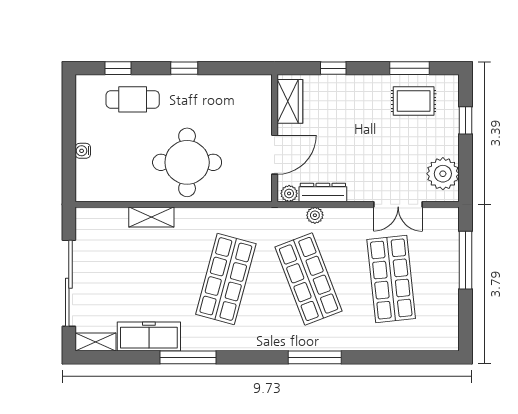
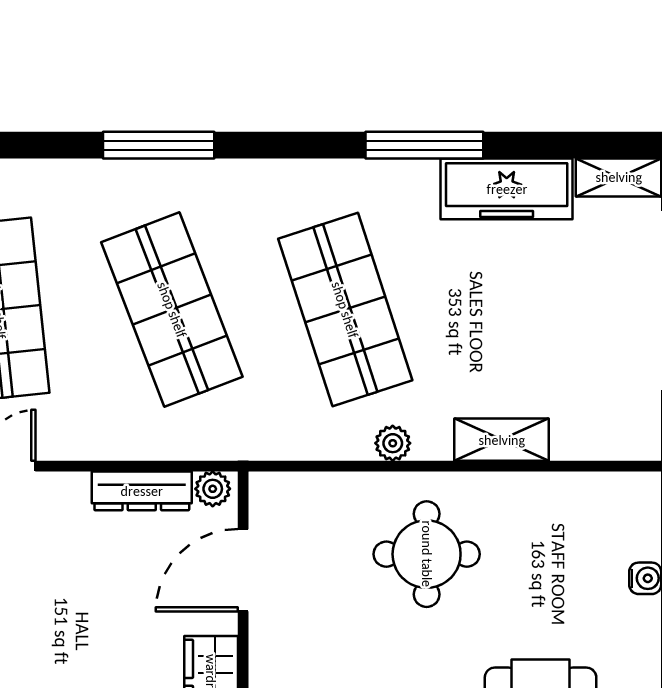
round table: (187, 162) -> (427, 554), width x0.73, depth x0.73
plant: (315, 215) -> (393, 443), moved
shop shelf: (226, 279) -> (345, 310), turned -33

